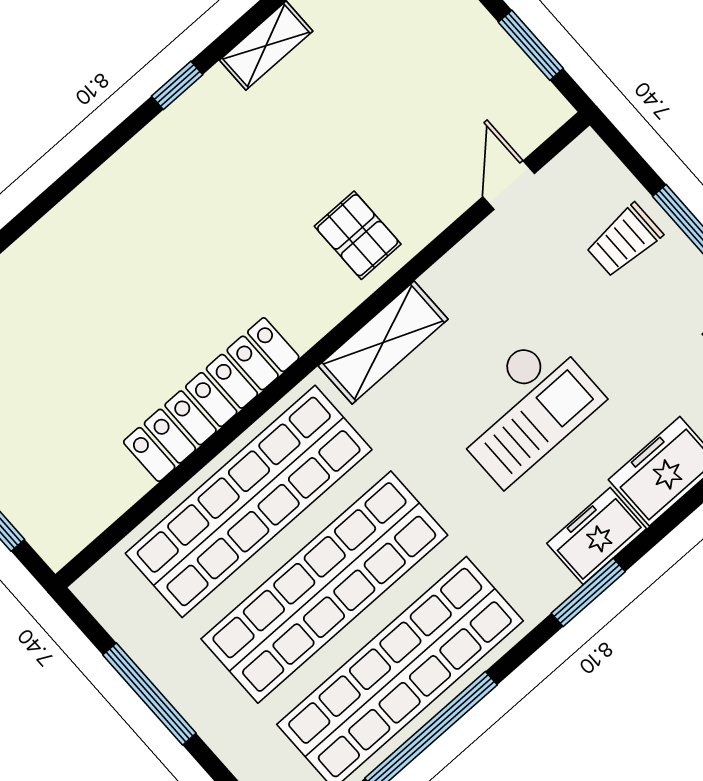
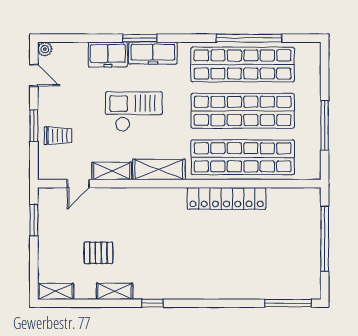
pallet: (358, 235) -> (98, 253), moved, turned 90
shelving: (468, 263) -> (112, 171), added
freezer: (597, 536) -> (153, 53), width x1.40
window: (588, 592) -> (140, 38), moved

